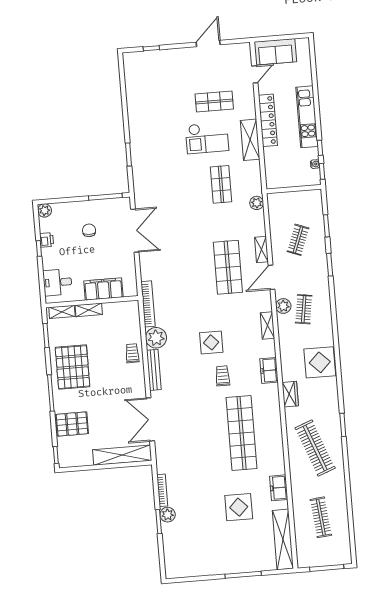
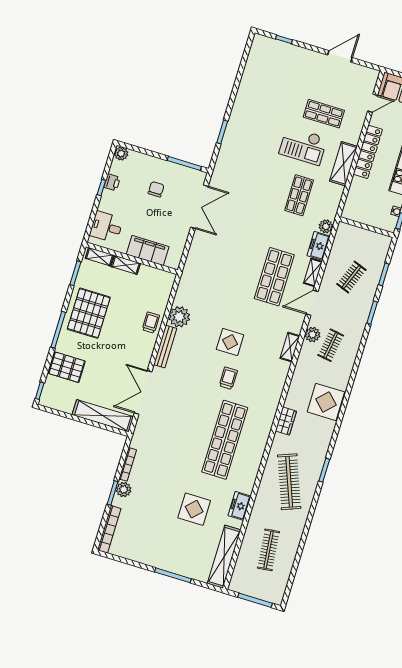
bookcase: (148, 304) -> (109, 529), moved
freezer: (269, 370) -> (319, 246), moved

